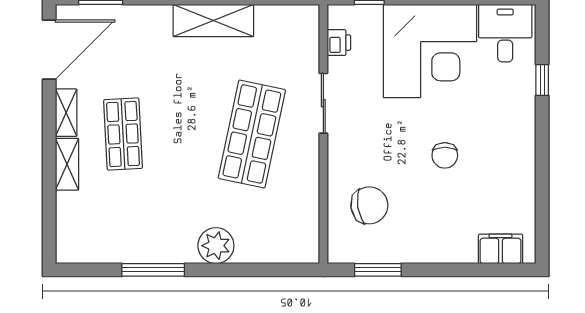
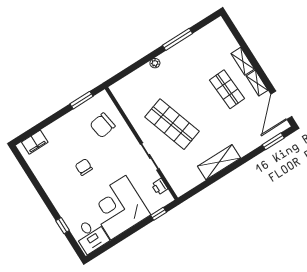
shop shelf: (252, 134) -> (172, 124), turned -30
plant: (216, 246) -> (155, 63), width x0.53, depth x0.53

